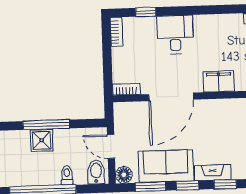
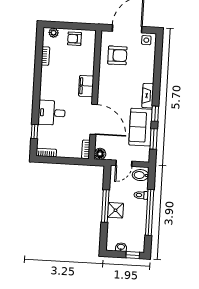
floor lamp: (124, 175) -> (100, 154), moved
window: (225, 184) -> (157, 88), removed

